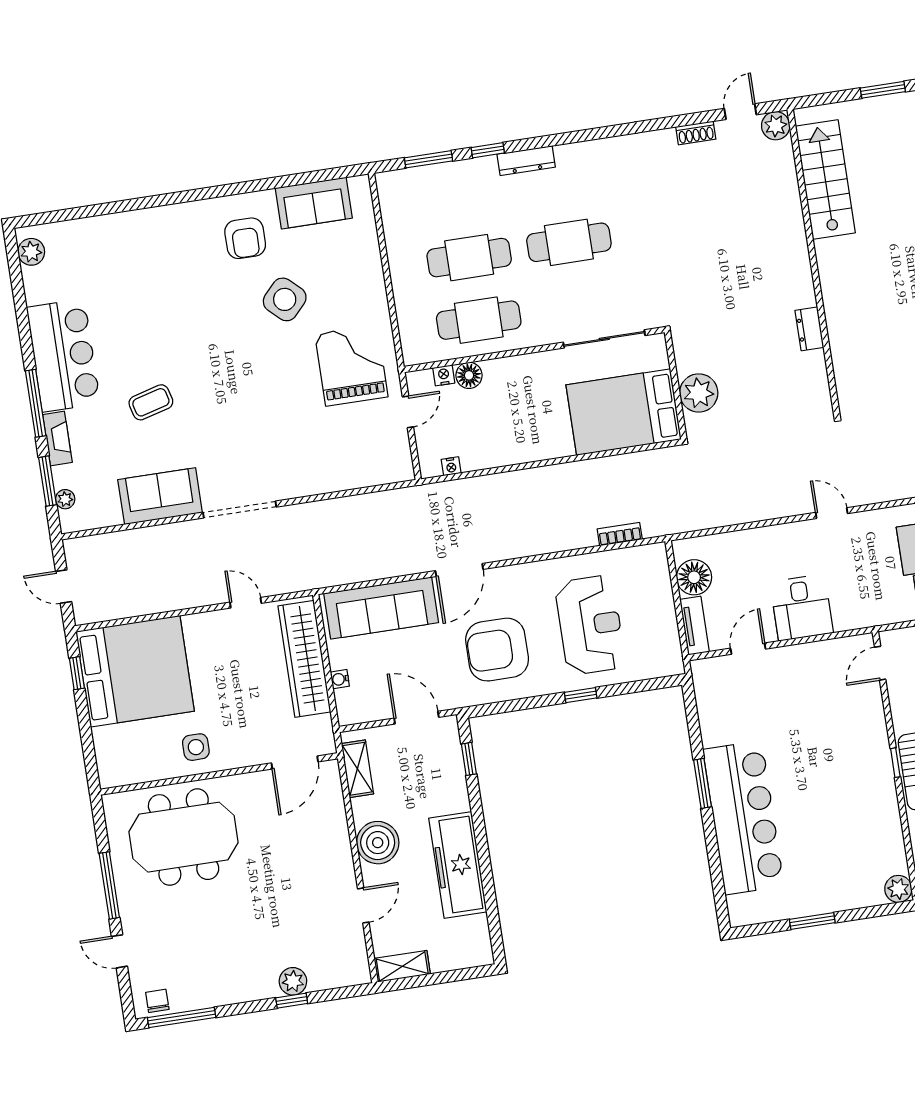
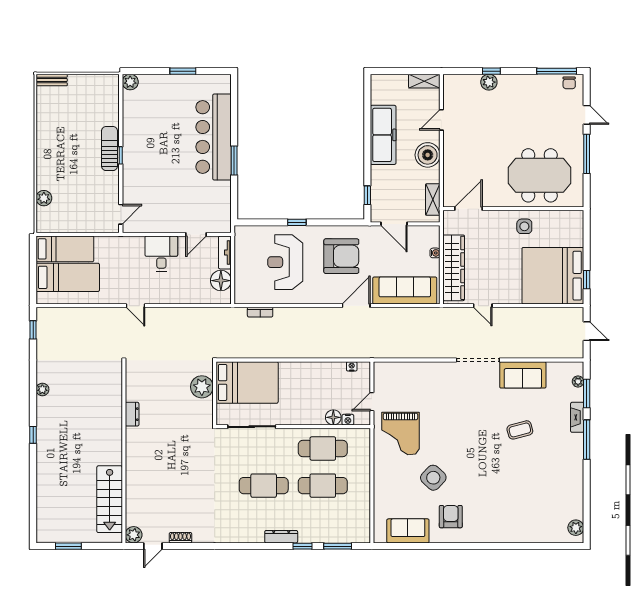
bar counter: (63, 355) -> (566, 465), removed

